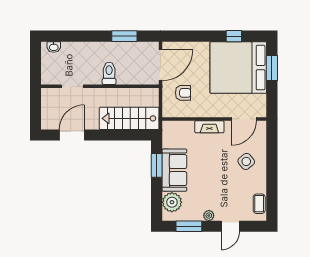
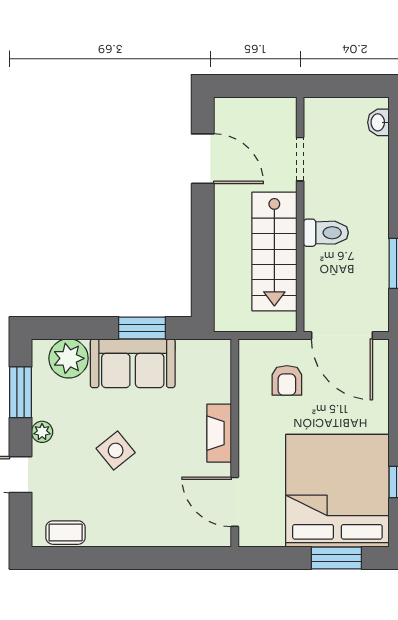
stairs: (129, 118) -> (274, 251), moved, turned 180
side table: (246, 161) -> (116, 451), moved

